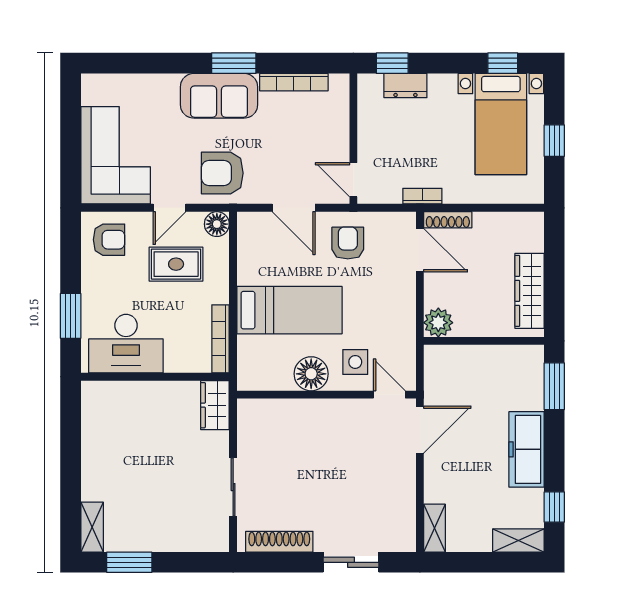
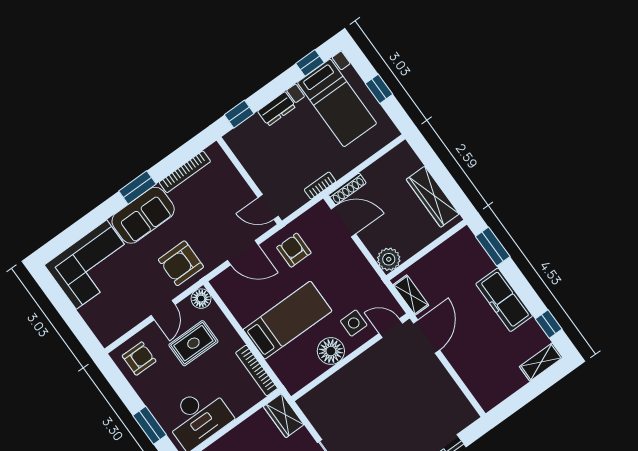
dresser: (405, 86) -> (277, 109), moved
corner sofa: (116, 155) -> (91, 265), moved, turned 90
shelving: (435, 528) -> (411, 295), moved

